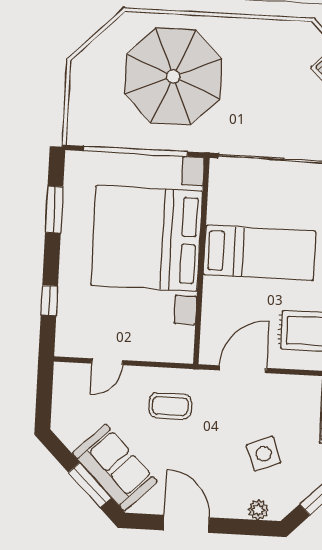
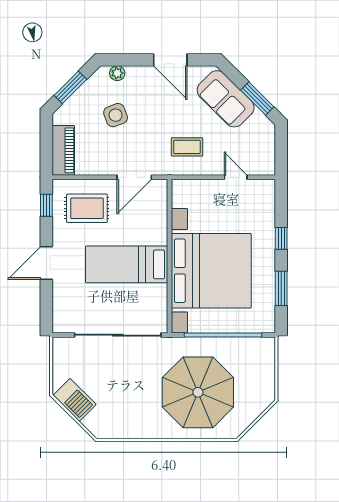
window: (49, 300) -> (281, 238), moved
door: (107, 362) -> (236, 177), hinge flipped
window: (90, 485) -> (257, 99), moved

